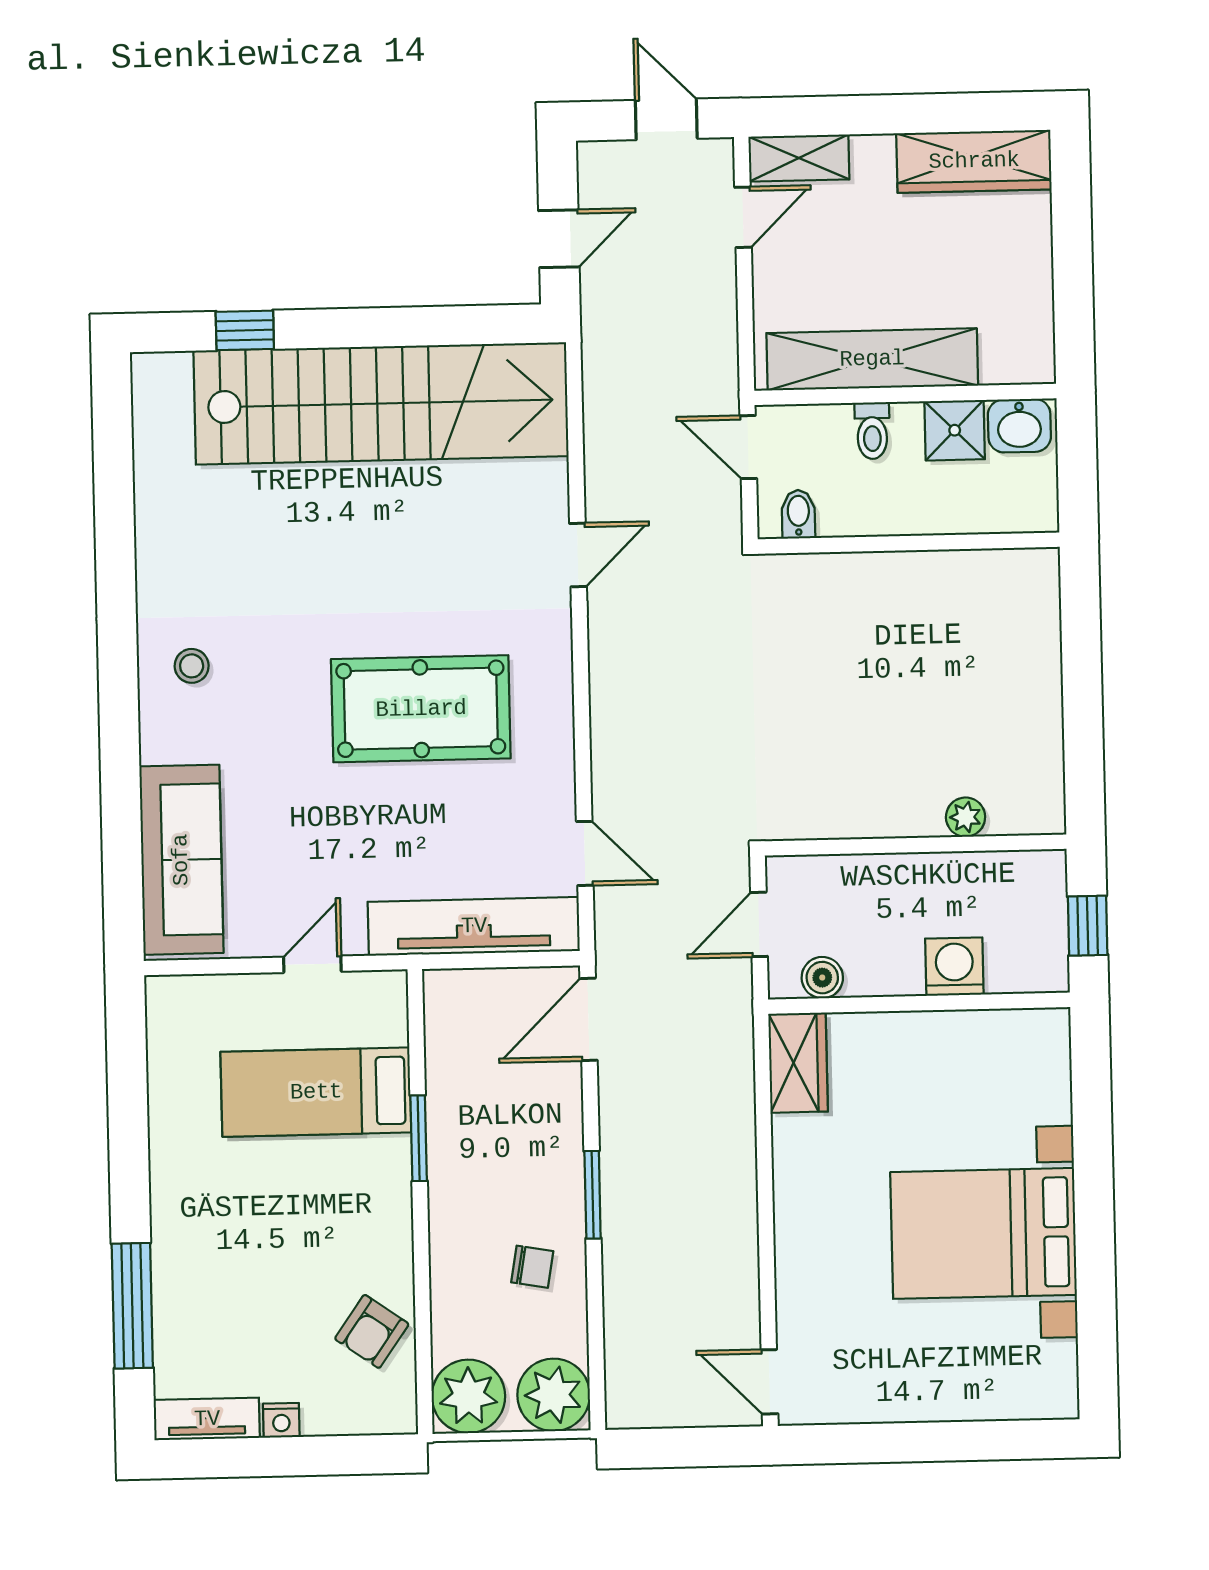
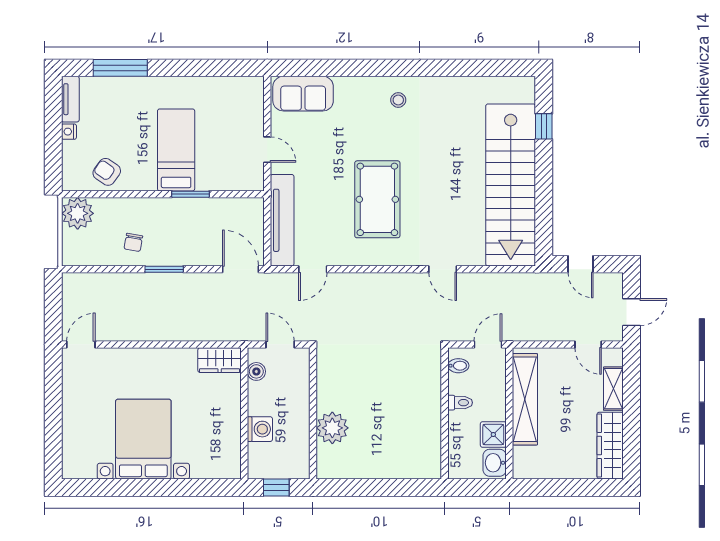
shelving: (799, 158) -> (613, 389), moved
toilet: (872, 431) -> (460, 403), moved, turned 180
plant: (966, 817) -> (332, 428), width x1.88, depth x1.88
sofa: (181, 860) -> (303, 94), width x0.73
bed: (316, 1092) -> (176, 150), moved
plant: (554, 1395) -> (77, 250), removed

